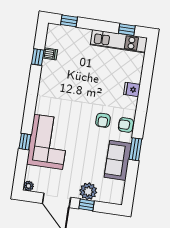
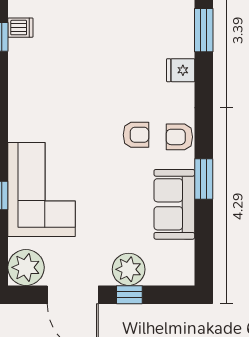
window: (147, 70) -> (204, 30), added
armchair: (103, 120) -> (136, 135), turned -90
plant: (29, 186) -> (26, 267), width x1.87, depth x1.87

